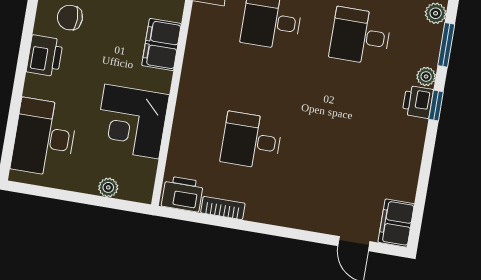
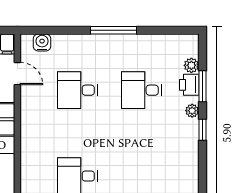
printer: (418, 102) -> (189, 85), moved

